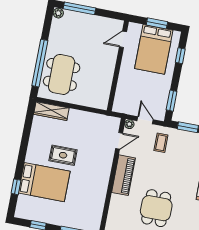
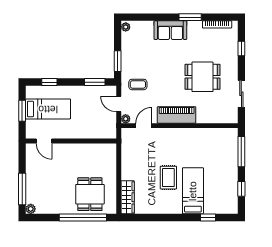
bed: (154, 49) -> (48, 109), width x0.67
dining table: (62, 74) -> (90, 194), width x0.73
door: (145, 120) -> (119, 104), hinge flipped
door: (119, 141) -> (144, 126), hinge flipped
bed: (44, 182) -> (193, 191), width x0.67

